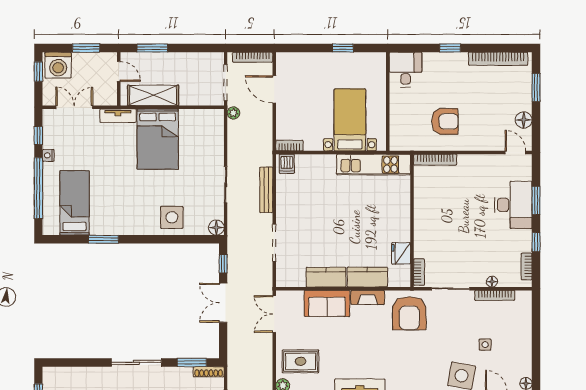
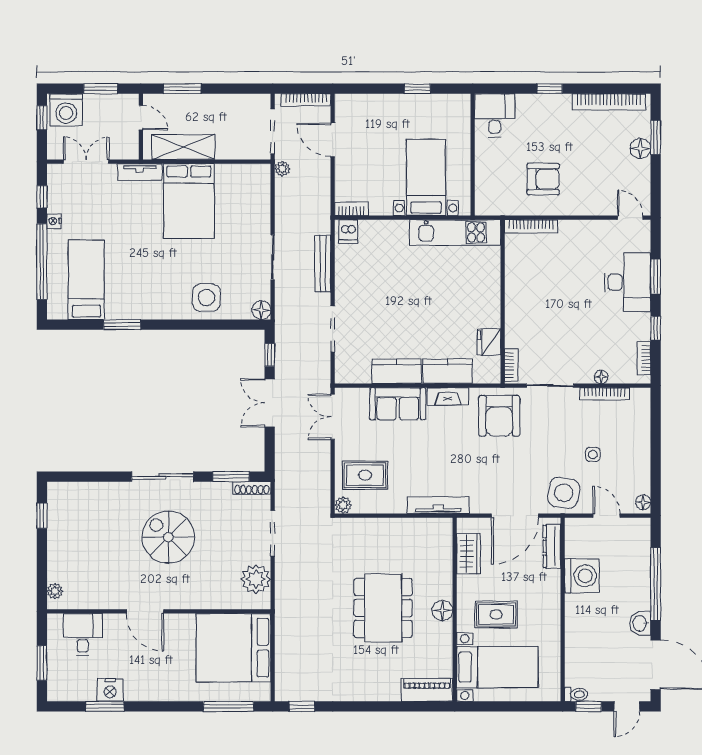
floor lamp: (524, 120) -> (640, 148), moved

